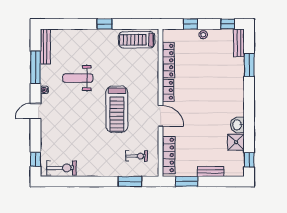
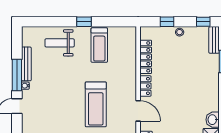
treadmill: (137, 40) -> (99, 45), moved, turned -90
bench: (45, 46) -> (26, 64), moved
window: (35, 67) -> (17, 75), moved
weight bench: (78, 78) -> (60, 43), moved

